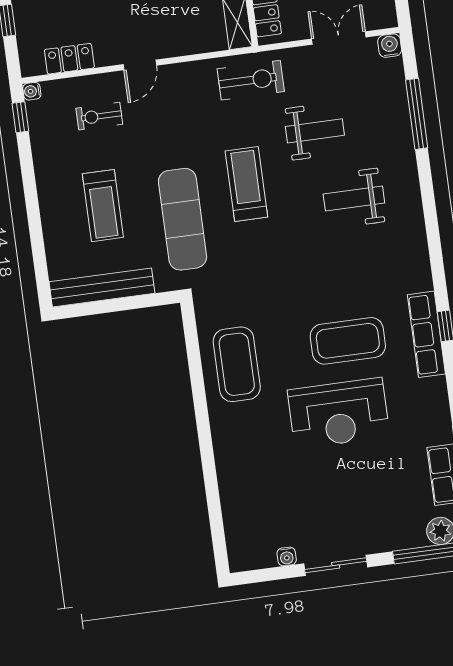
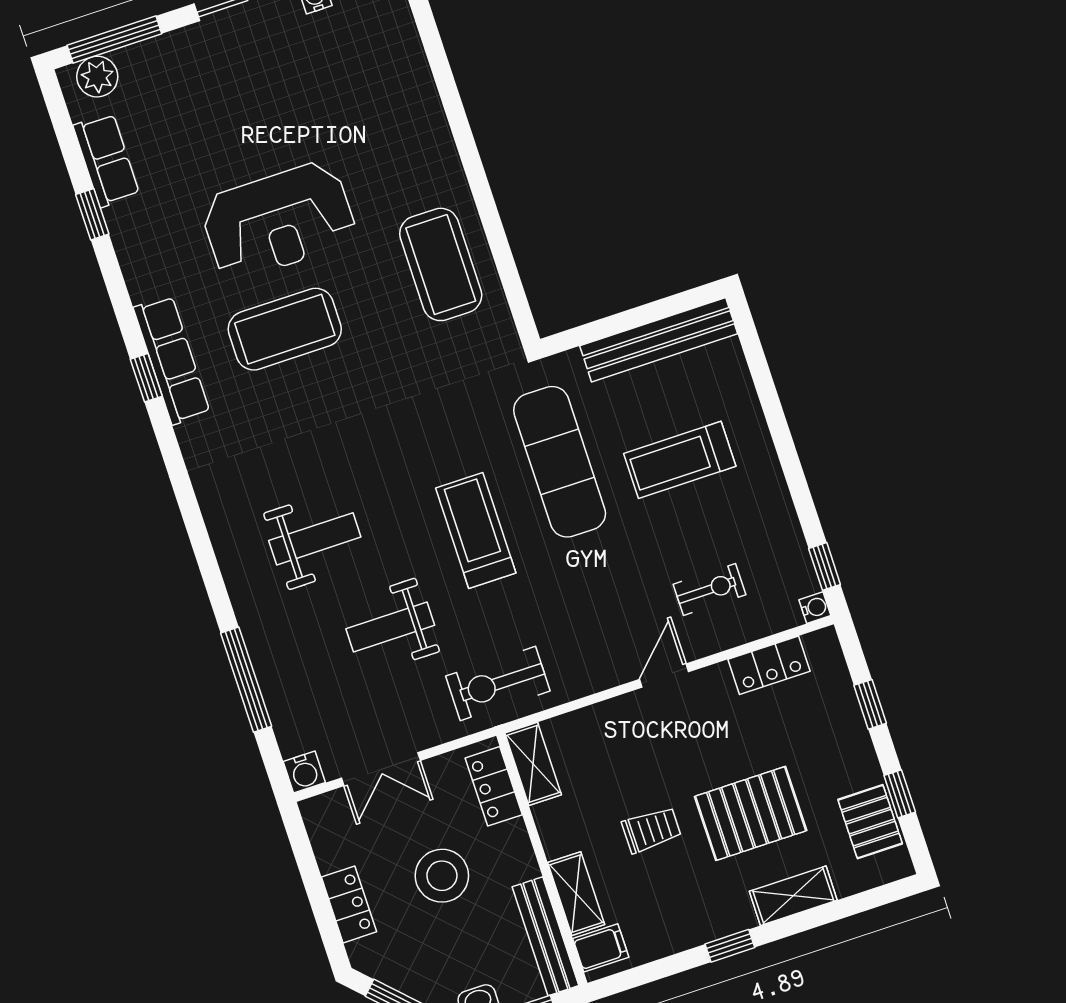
treadmill: (246, 184) -> (476, 531), turned 180
treadmill: (103, 206) -> (680, 460), turned -90
reception desk: (339, 413) -> (278, 221), turned 180

